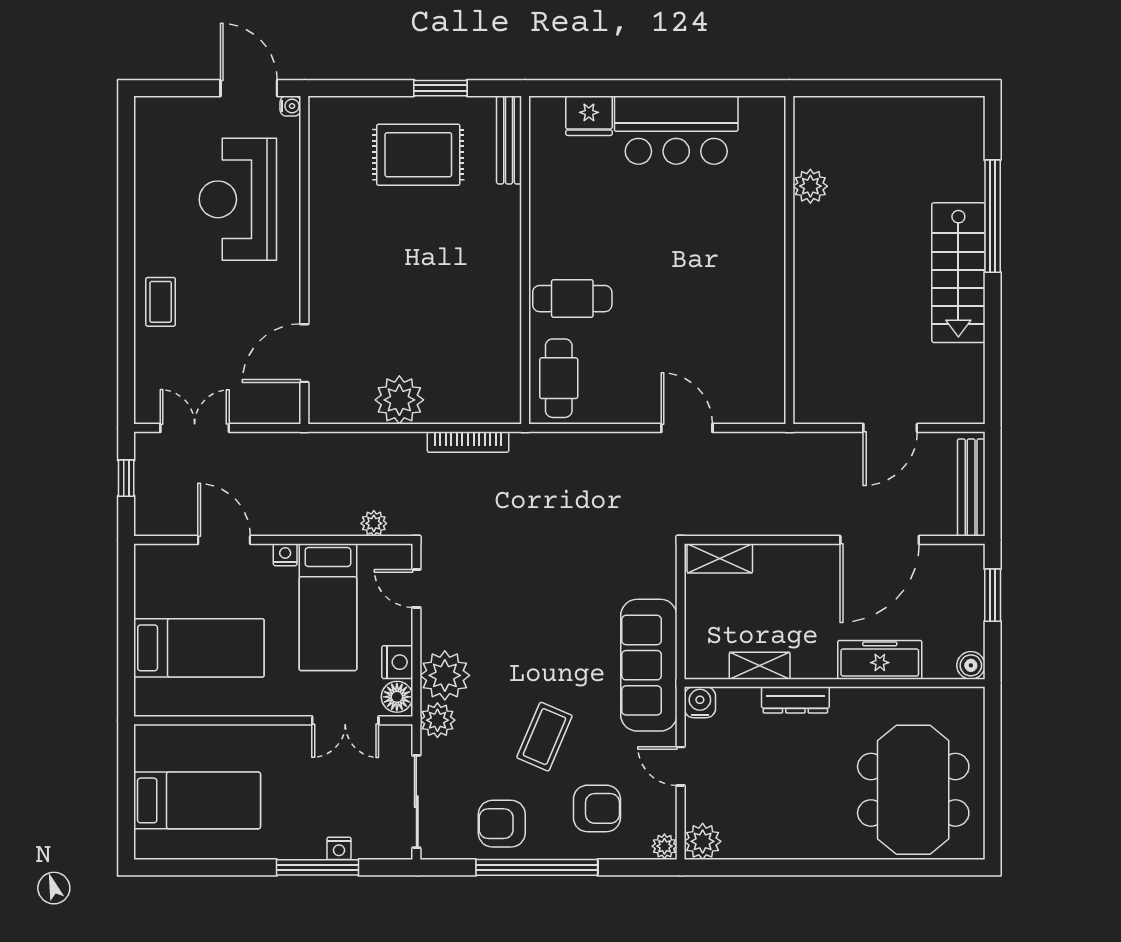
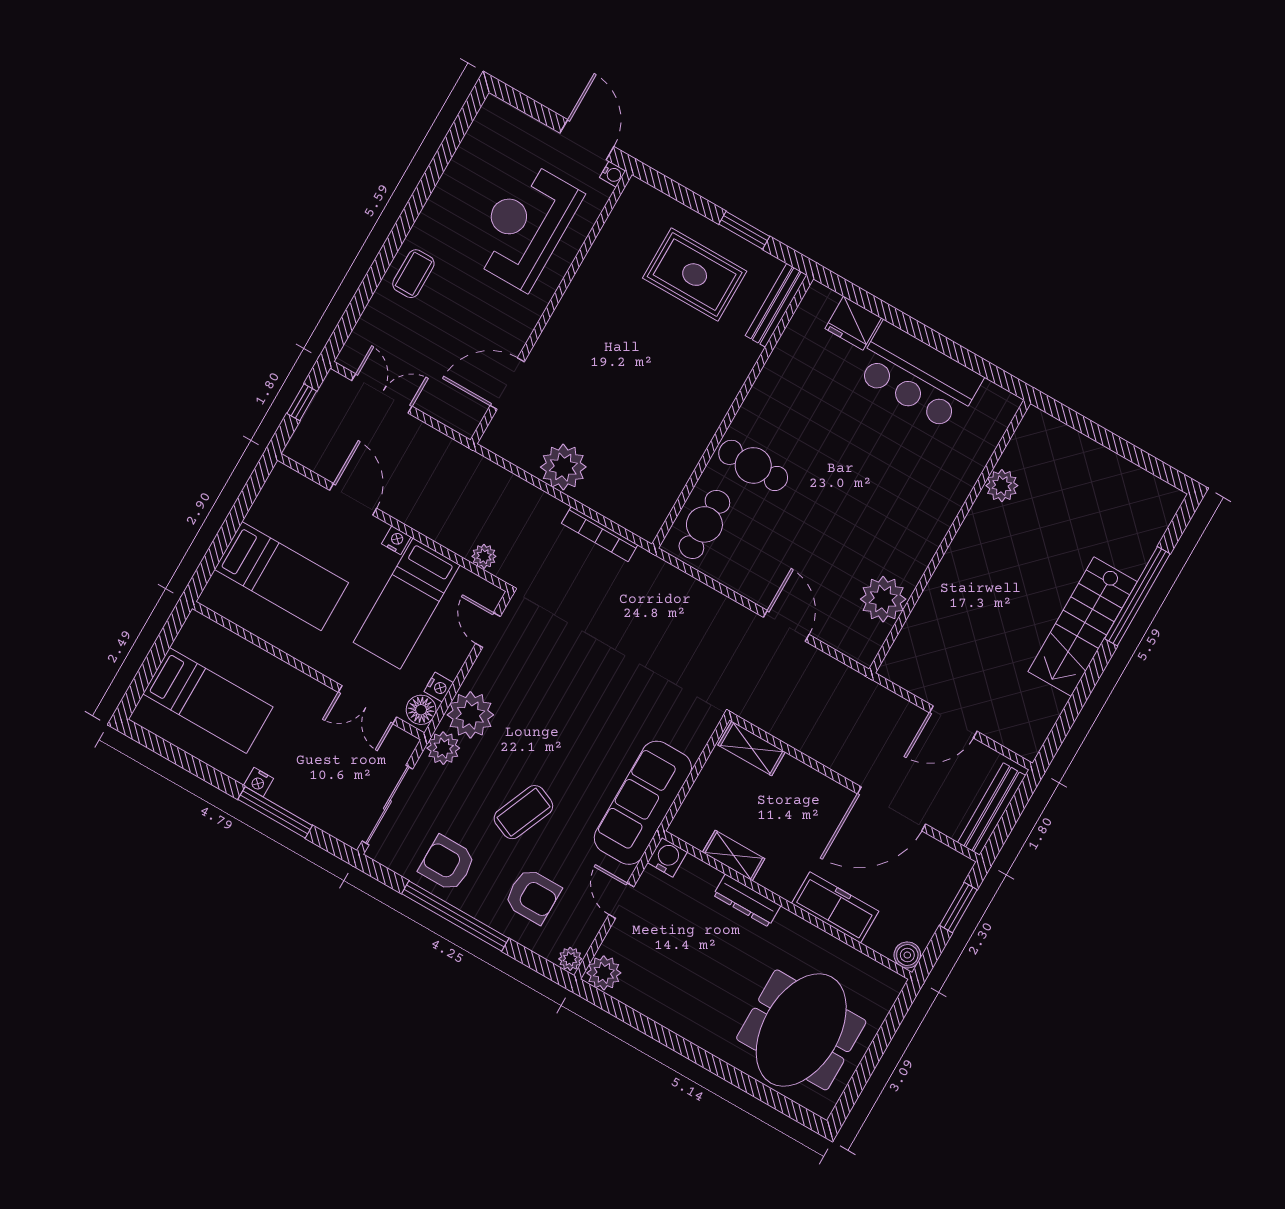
plant: (761, 352) -> (883, 599), added
nightstand: (397, 662) -> (439, 687), width x0.72, depth x0.74
nightstand: (339, 848) -> (259, 782), moved

